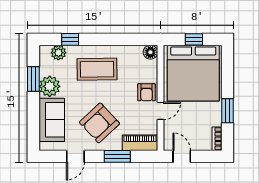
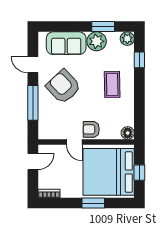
plant: (58, 53) -> (127, 39), moved
coffee table: (97, 69) -> (112, 84), width x0.73, depth x0.76
window: (227, 111) -> (93, 203), moved
piano: (140, 143) -> (45, 123), removed
window: (117, 156) -> (33, 103), width x1.44

